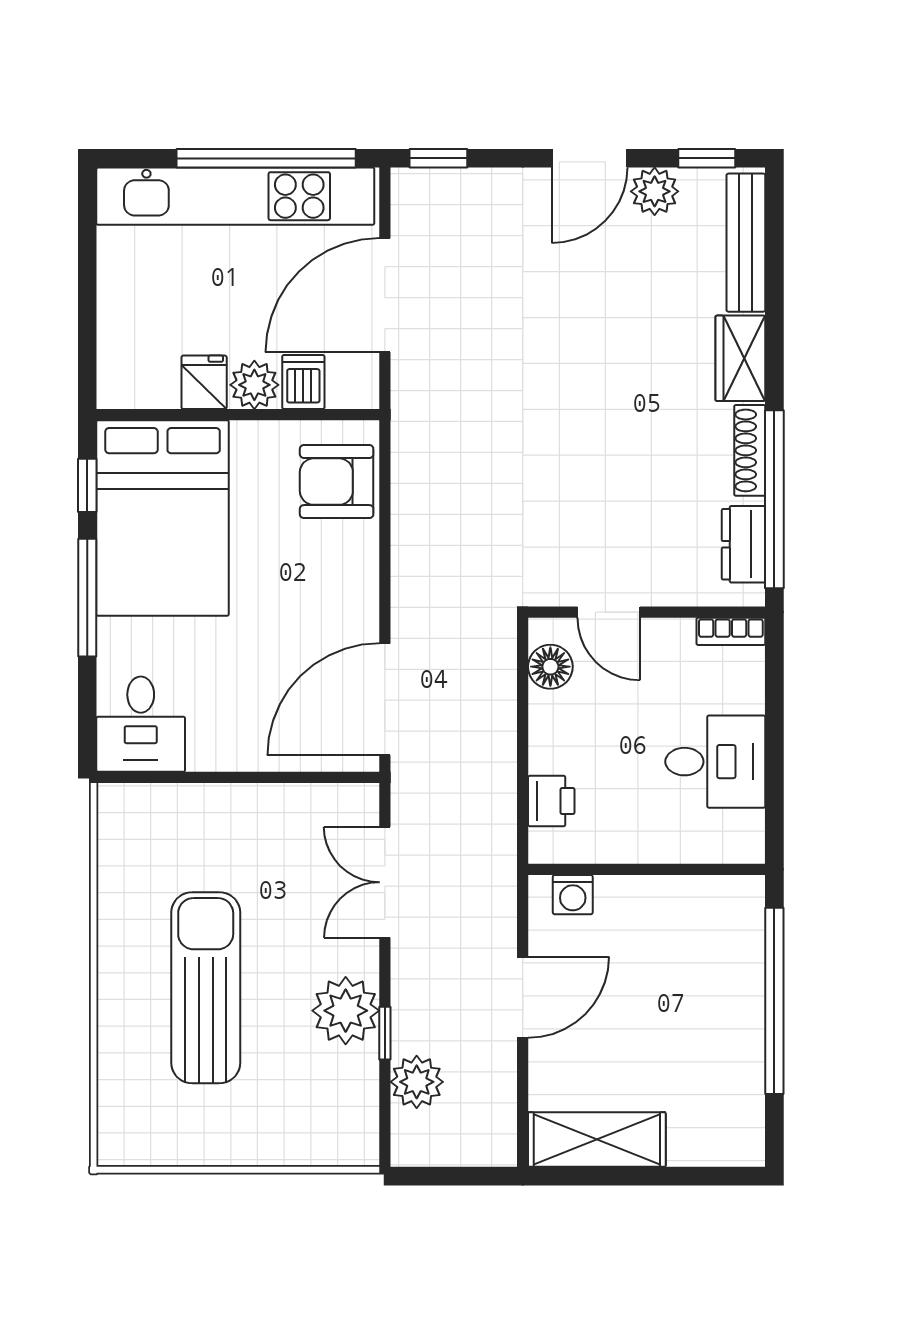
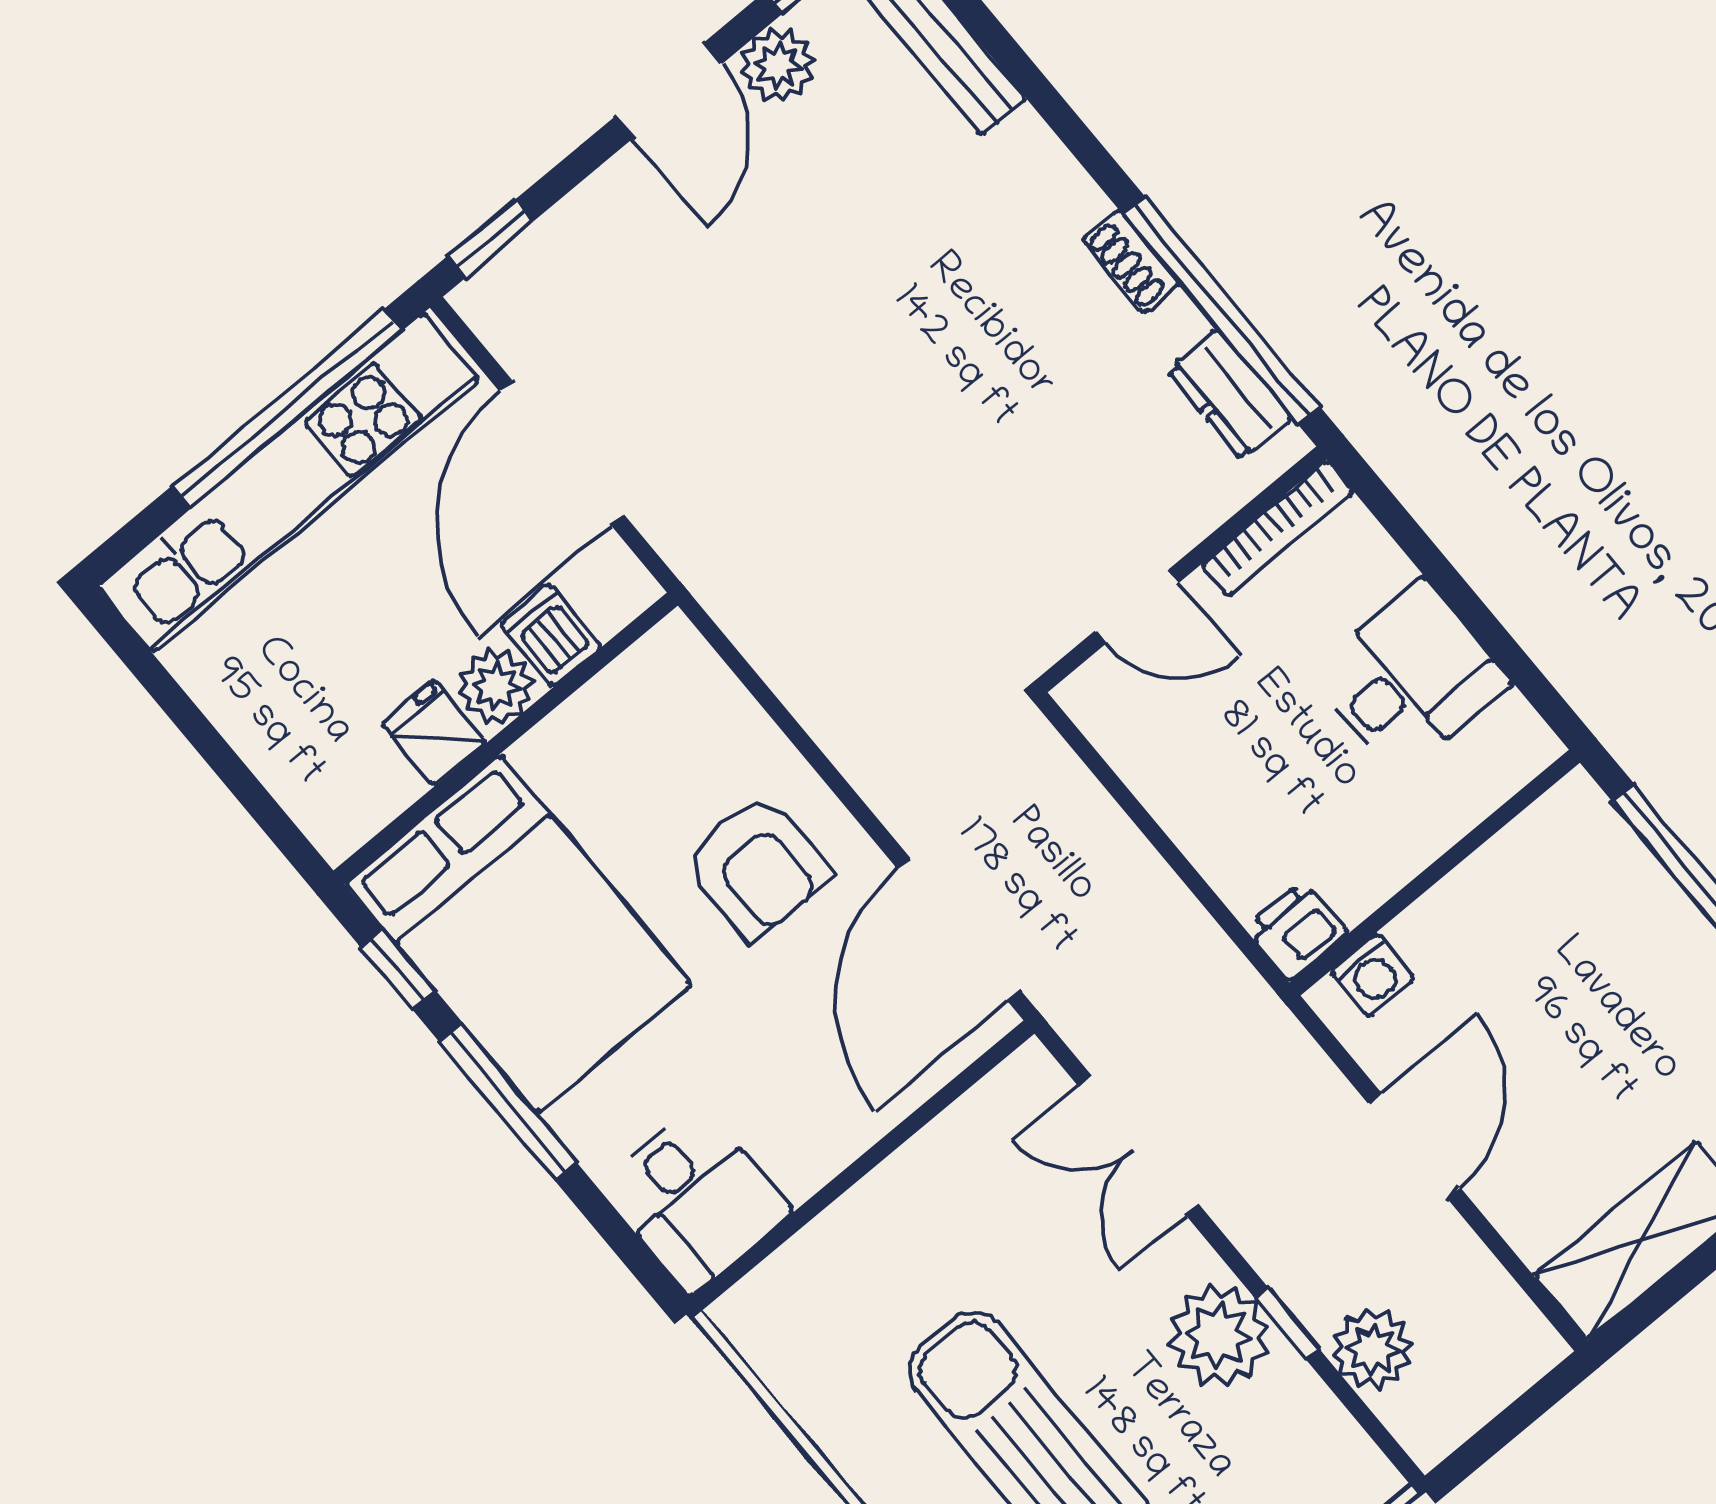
wardrobe: (740, 358) -> (1043, 178), removed
shoe rack: (750, 450) -> (1131, 261), width x0.70
armchair: (337, 482) -> (757, 867), moved, turned -90
bookcase: (731, 631) -> (1277, 528), width x1.56
floor lamp: (550, 667) -> (1122, 728), removed
printer: (551, 801) -> (1297, 930), moved, turned -90

